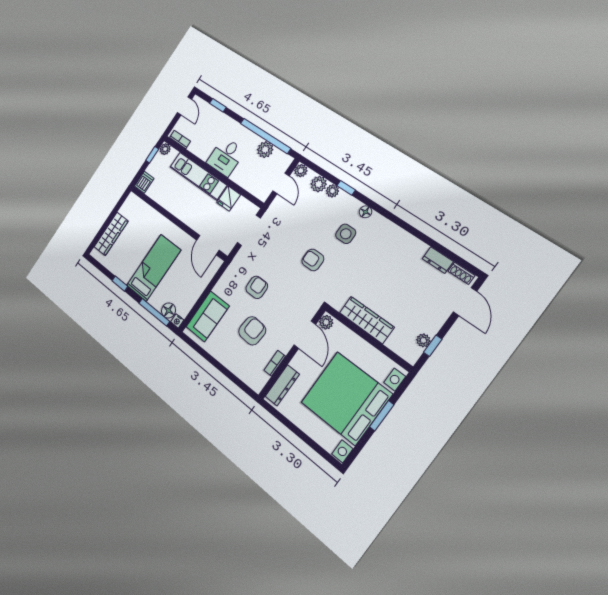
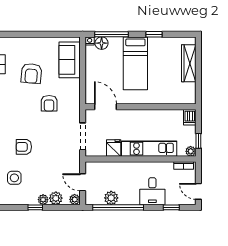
desk: (226, 157) -> (152, 191), moved, turned 180
floor lamp: (366, 212) -> (12, 200), removed
armchair: (313, 260) -> (24, 147), turned 180

